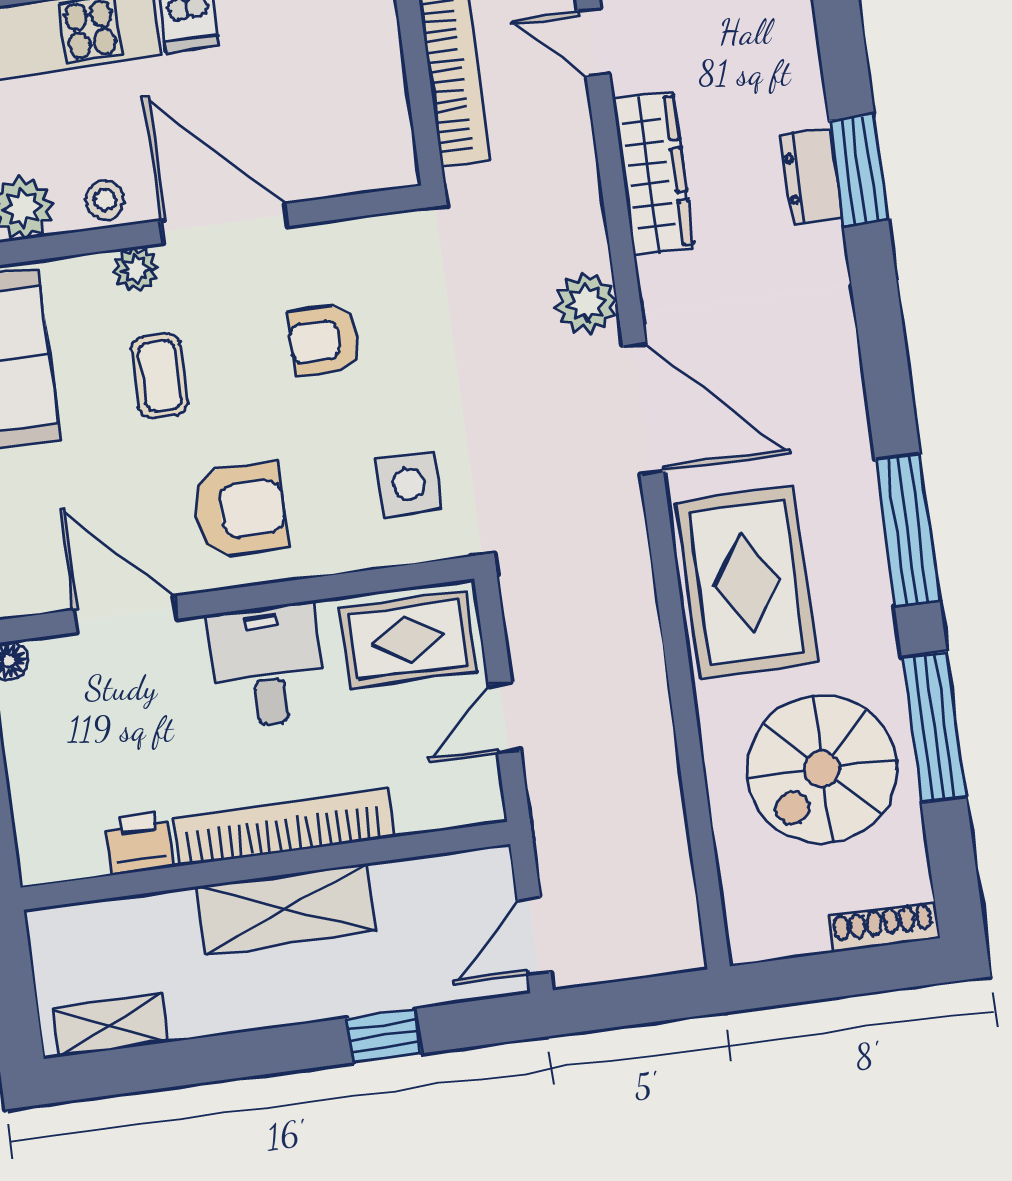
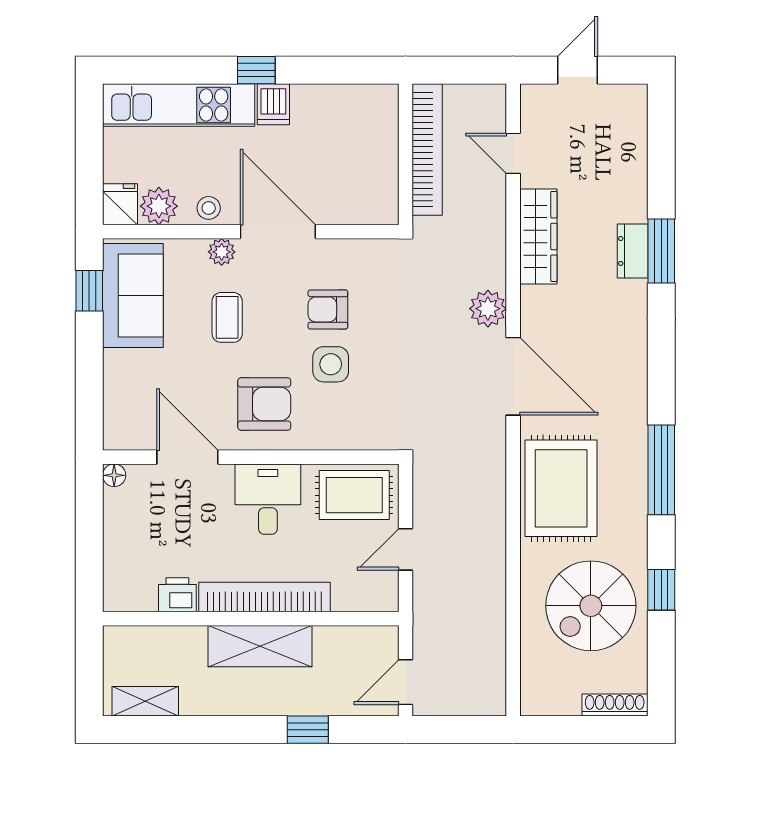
side table: (409, 484) -> (331, 364), moved
window: (934, 727) -> (661, 590), width x0.46

